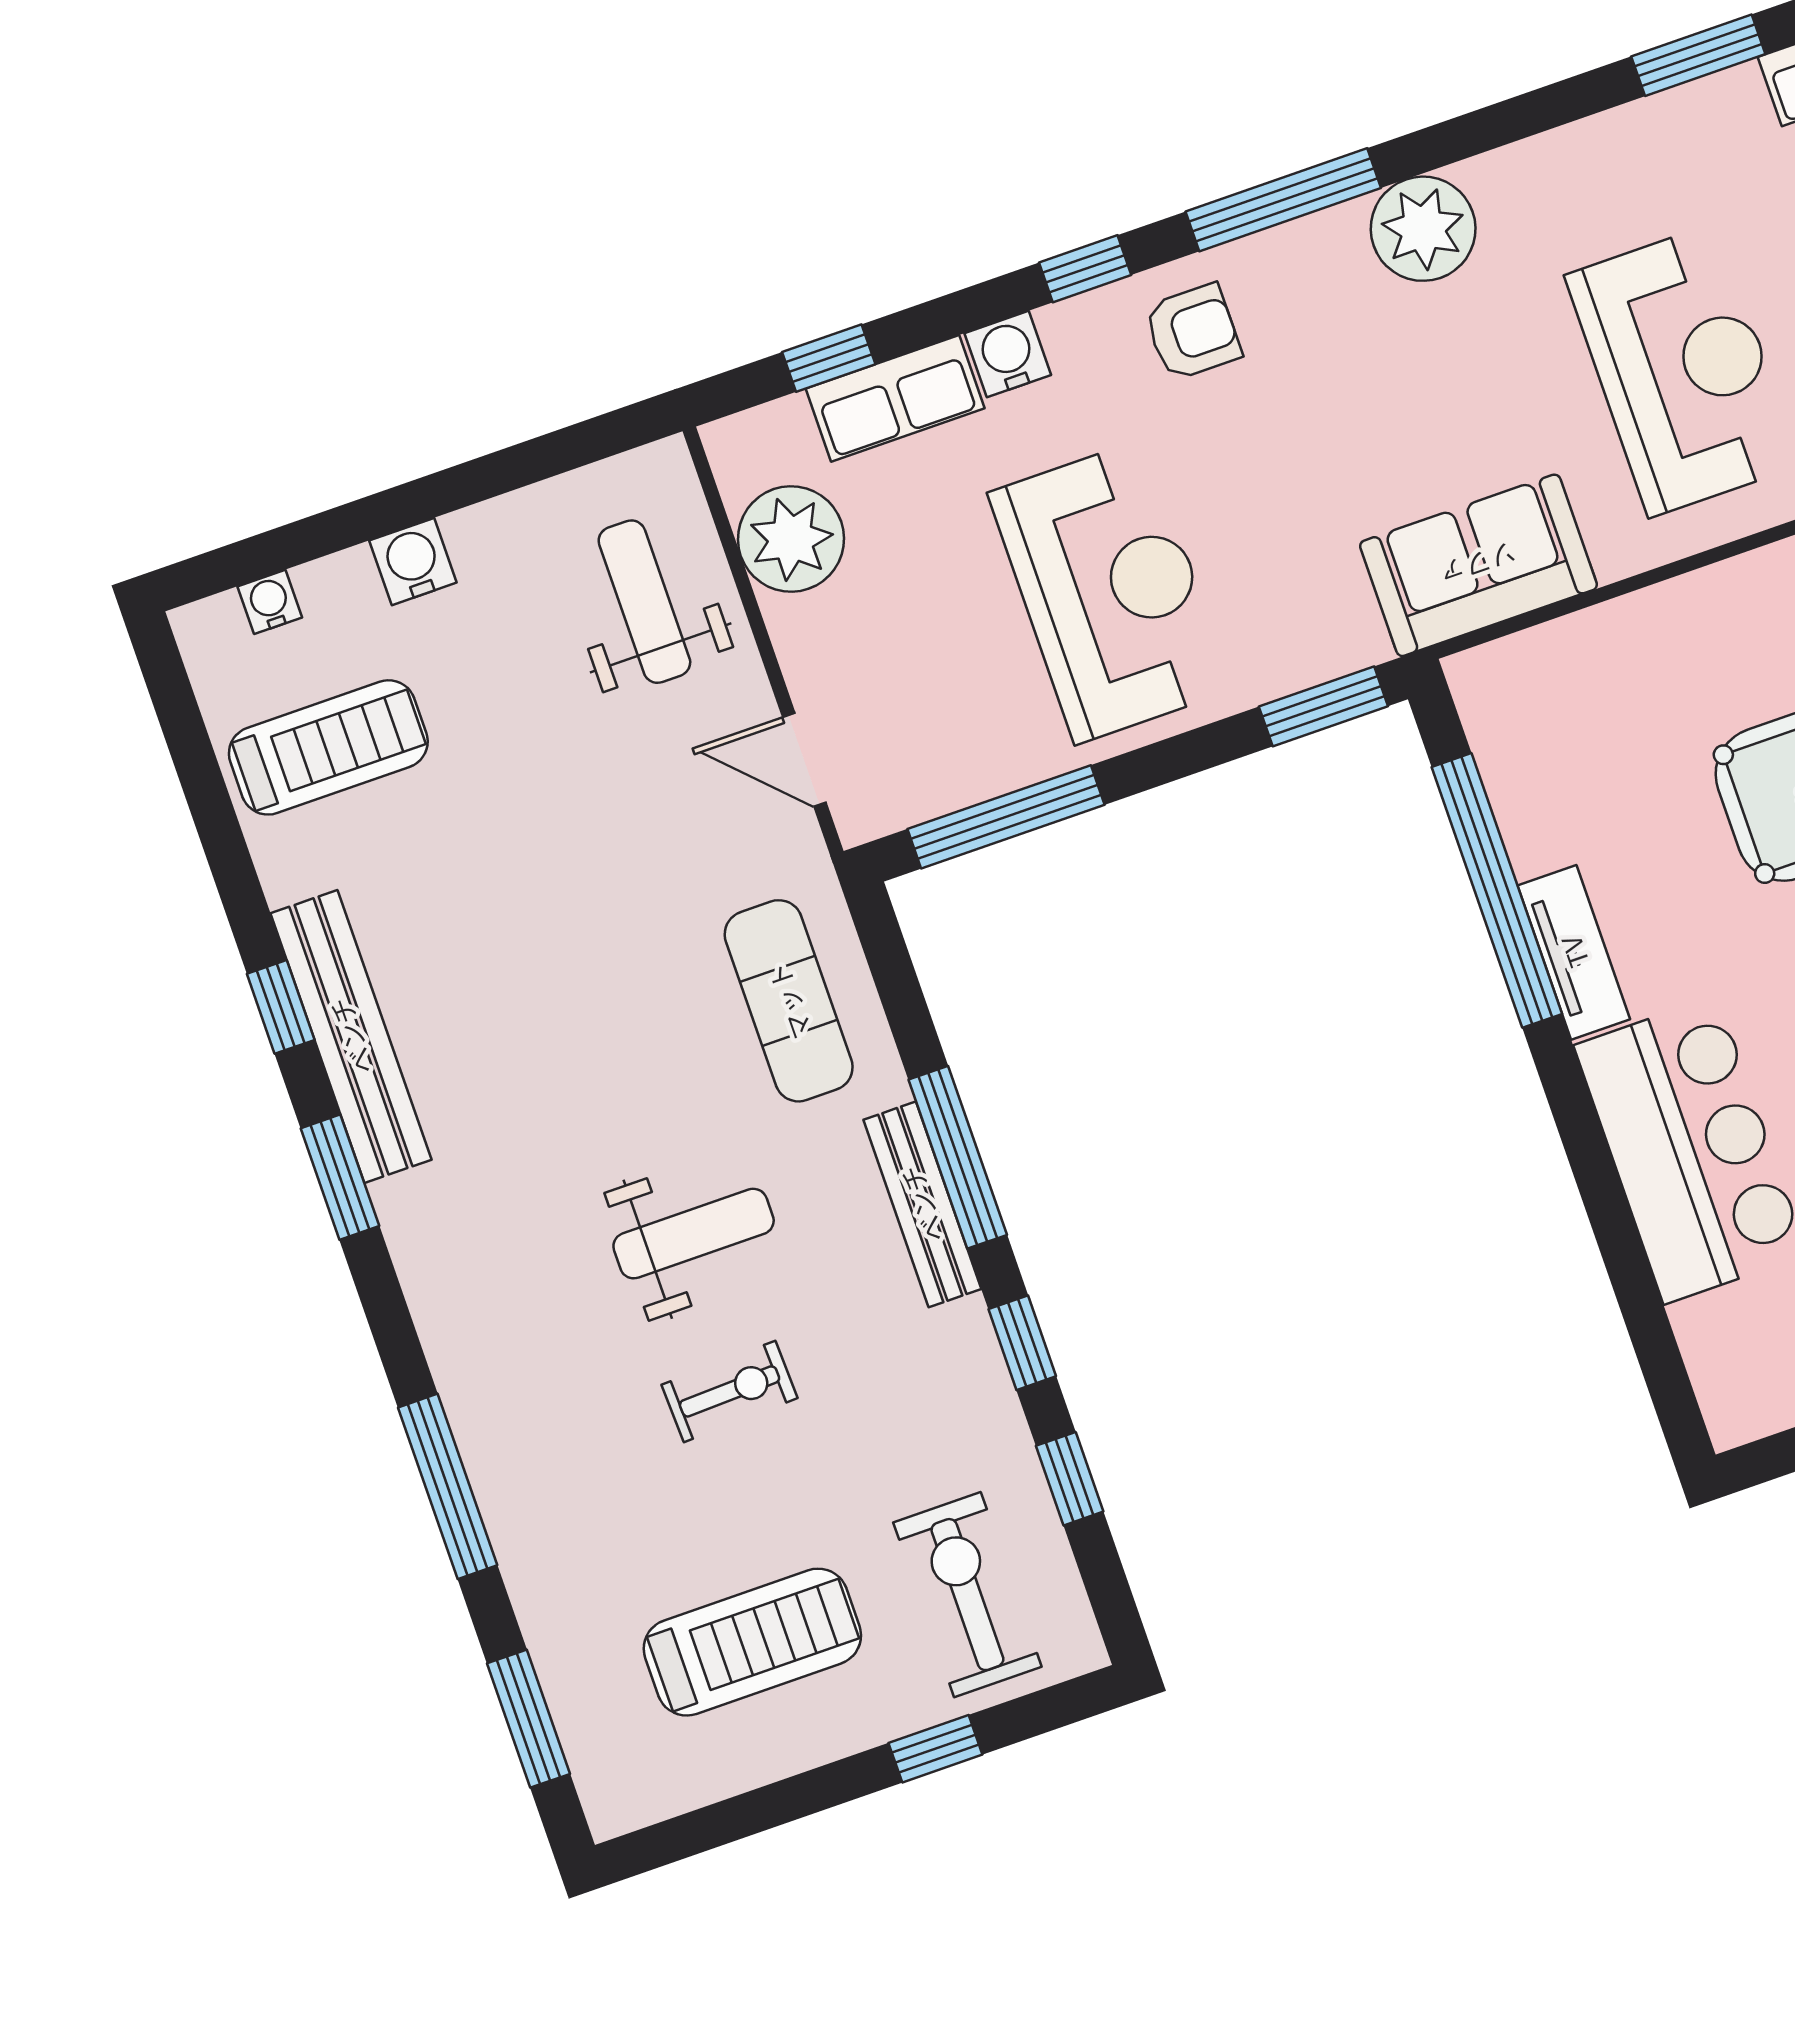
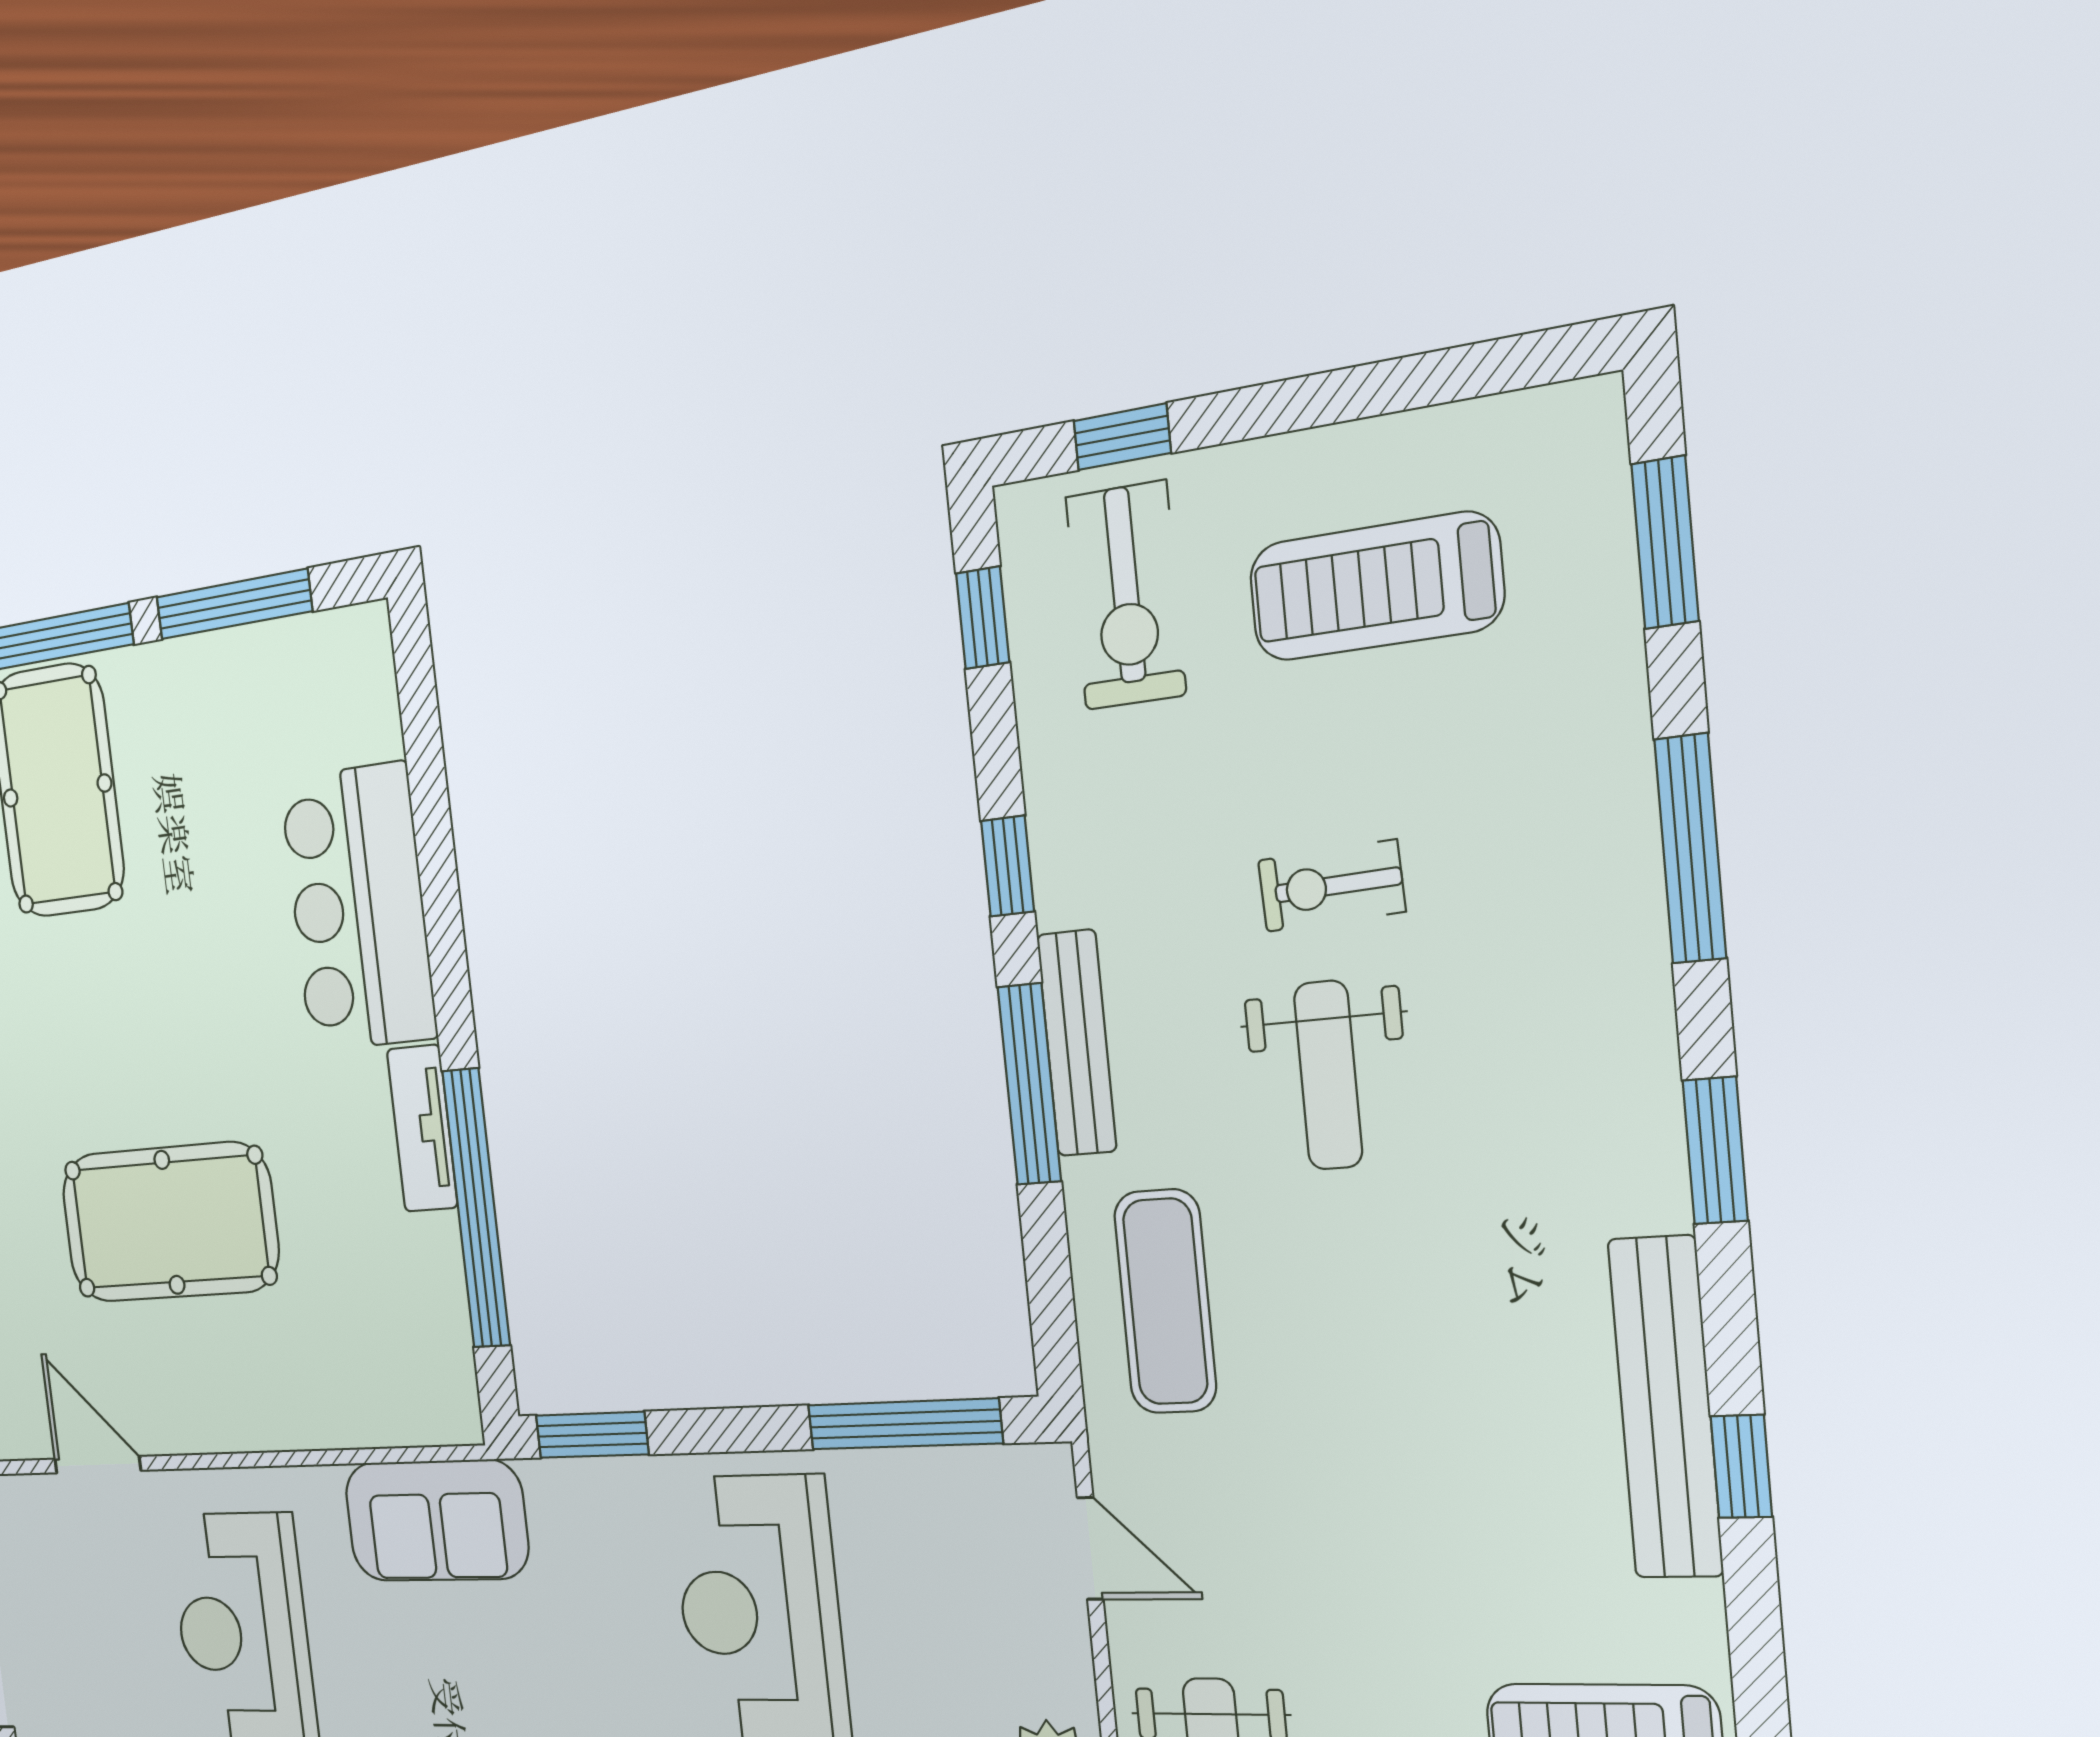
window: (340, 1177) -> (1715, 1151), moved
weight bench: (694, 1234) -> (1328, 1075), turned -90
window: (1070, 1479) -> (983, 618), moved
window: (935, 1749) -> (1122, 437), moved

